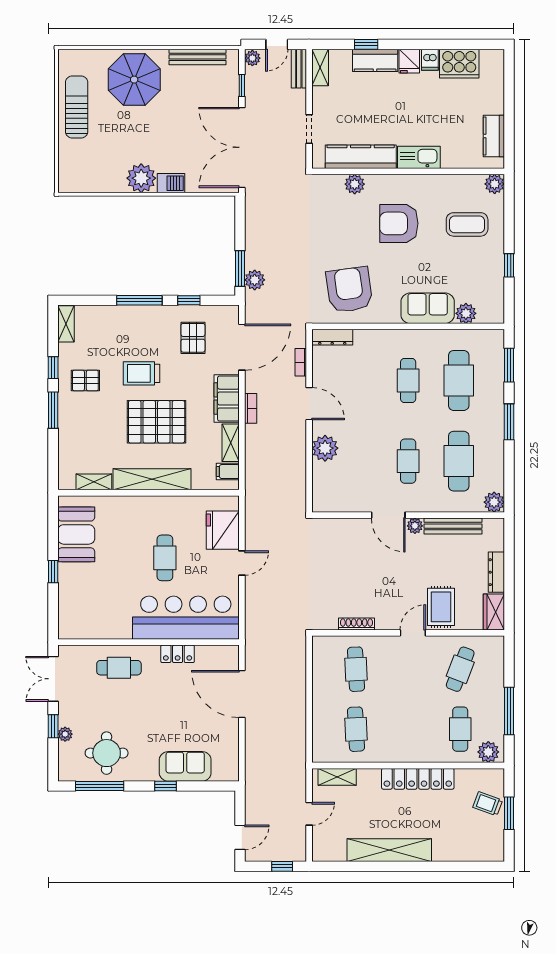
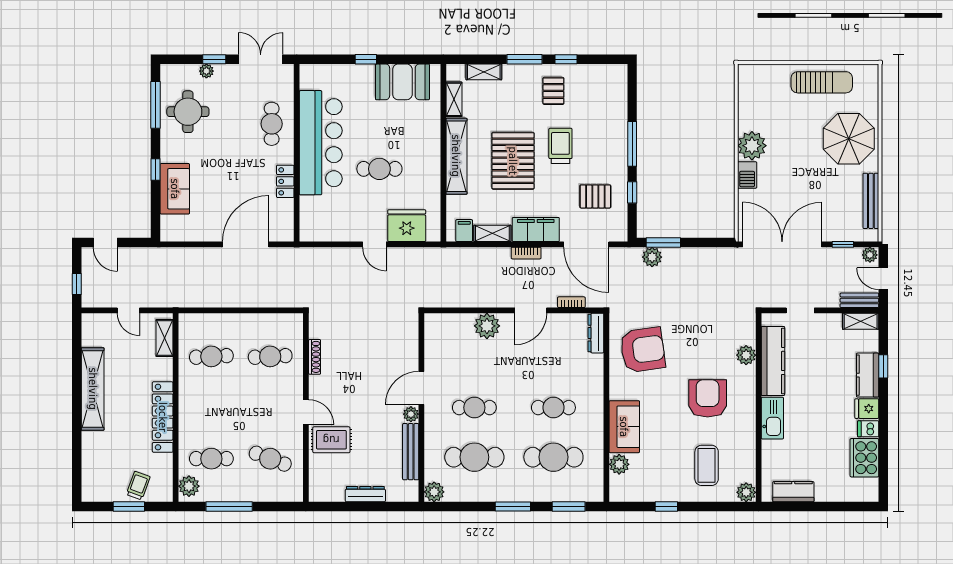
shelving: (66, 324) -> (484, 72), moved
wardrobe: (494, 612) -> (326, 492), removed
bar counter: (186, 618) -> (321, 143), moved

